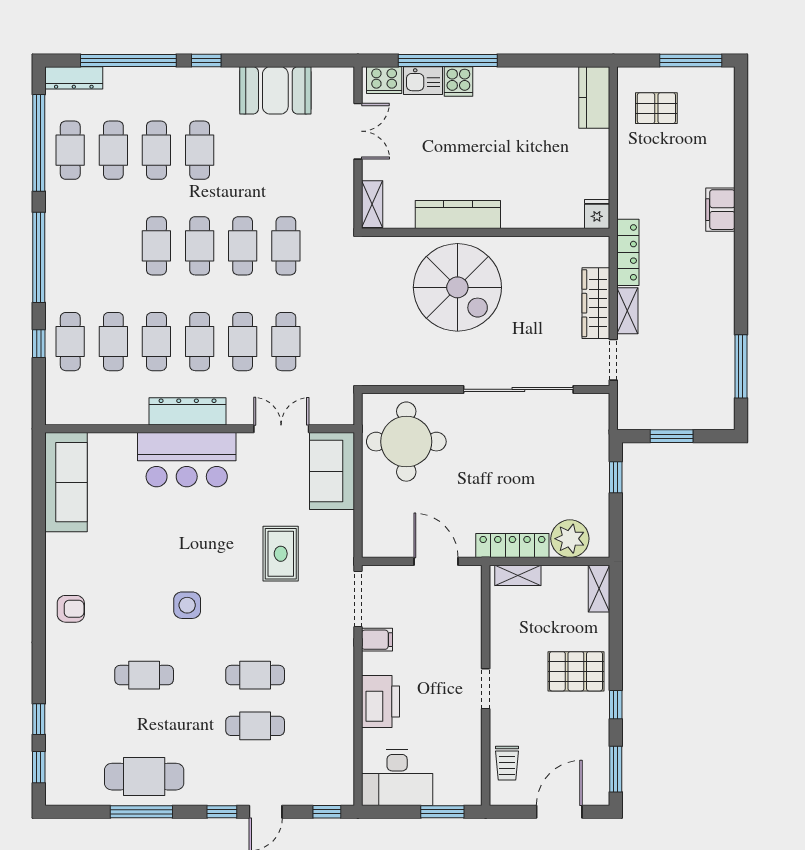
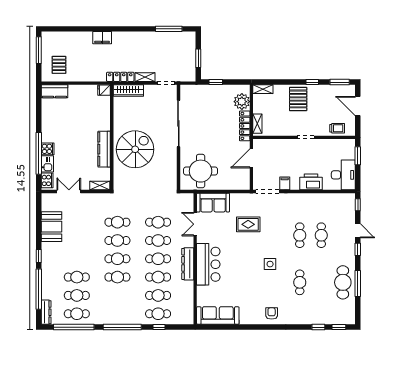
cafe table: (200, 150) -> (77, 259), removed
wardrobe: (596, 303) -> (128, 90), moved

